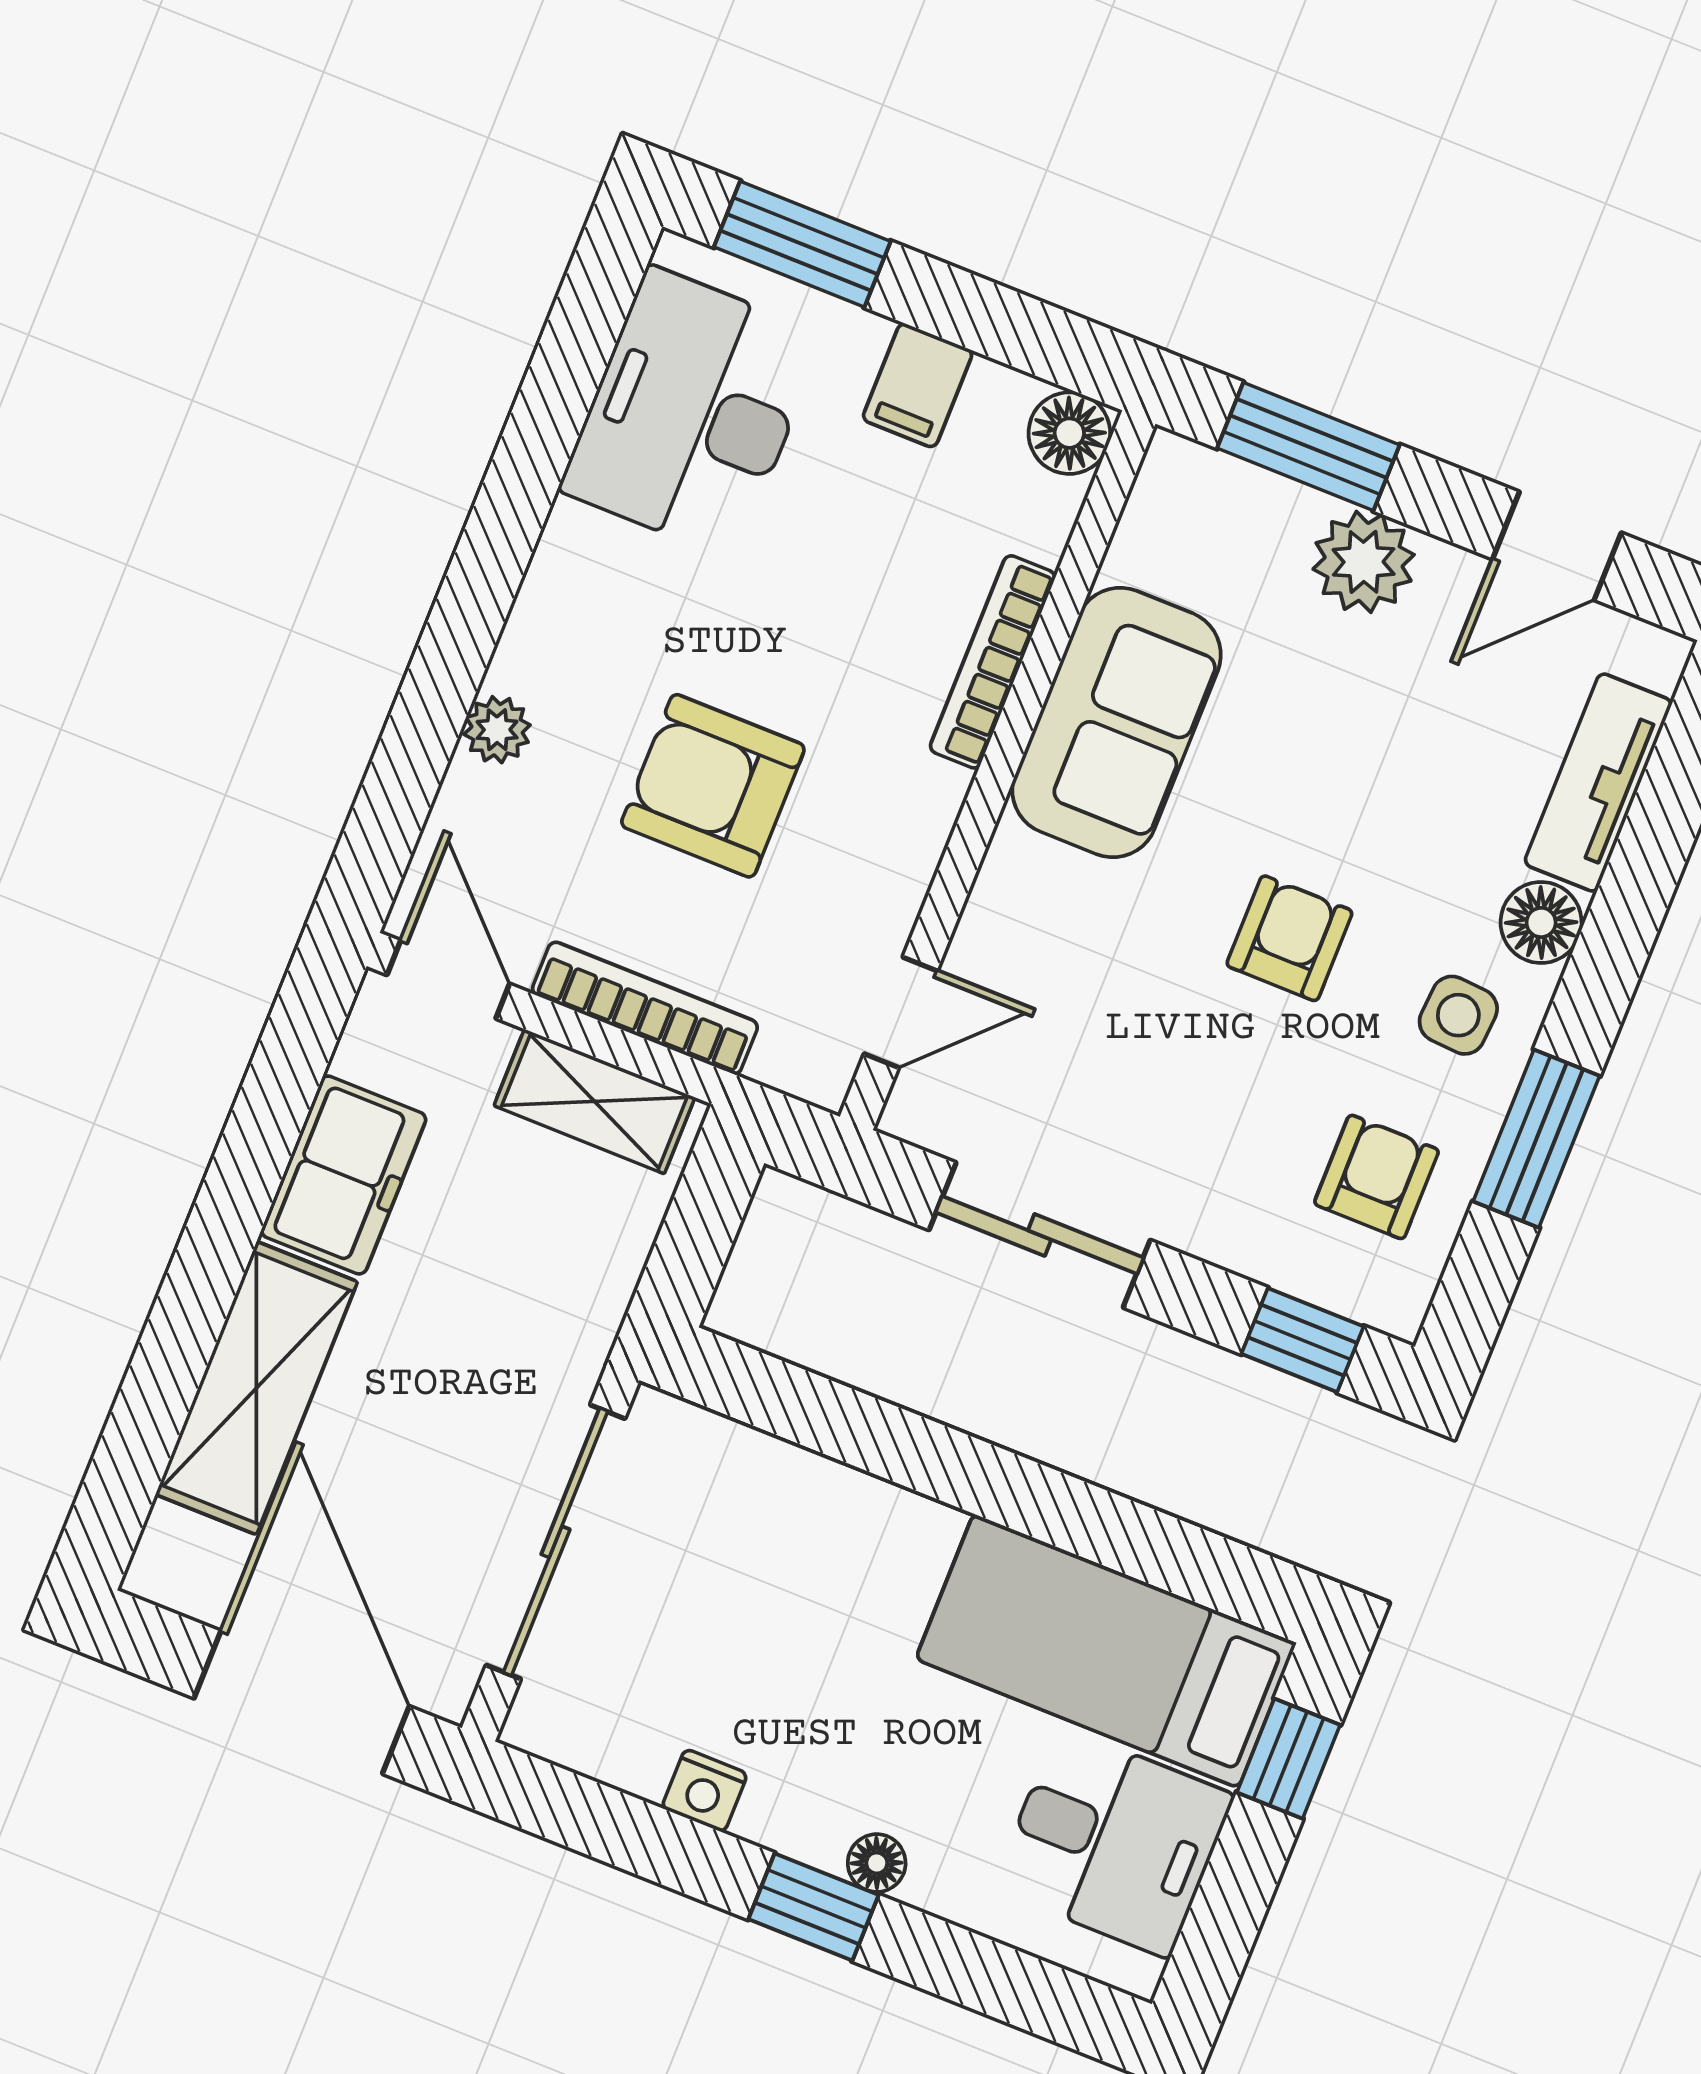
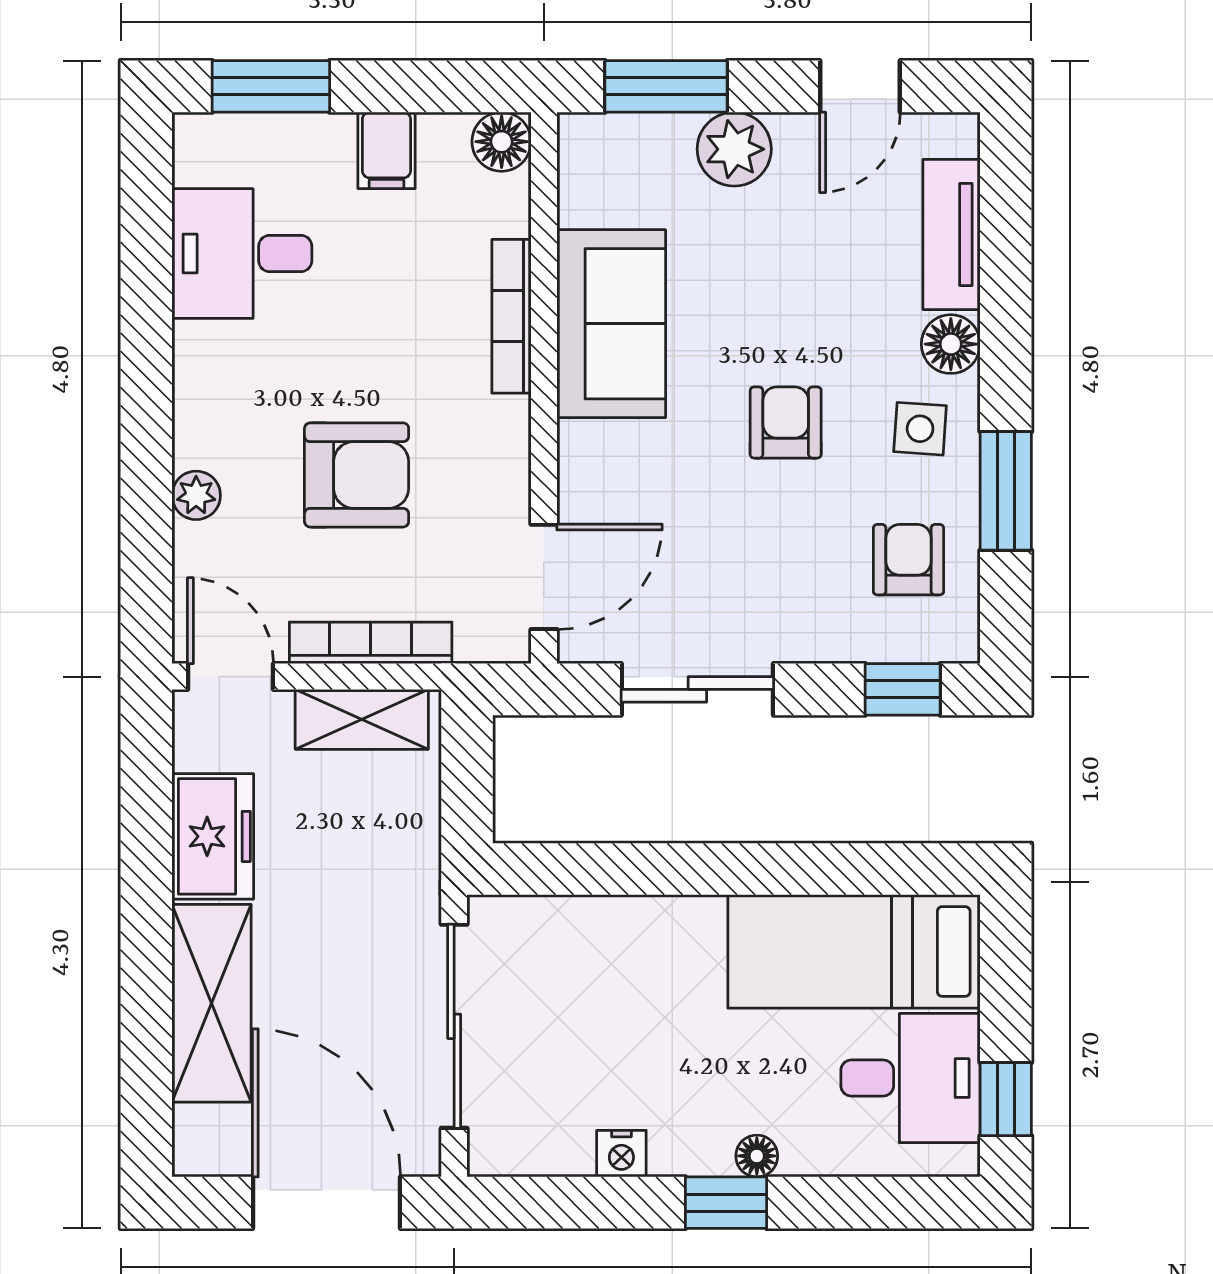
desk: (692, 412) -> (242, 254), width x0.73
armchair: (713, 786) -> (357, 475), turned 180
door: (901, 1012) -> (544, 577), width x1.38
window: (1288, 1759) -> (1006, 1099), moved

